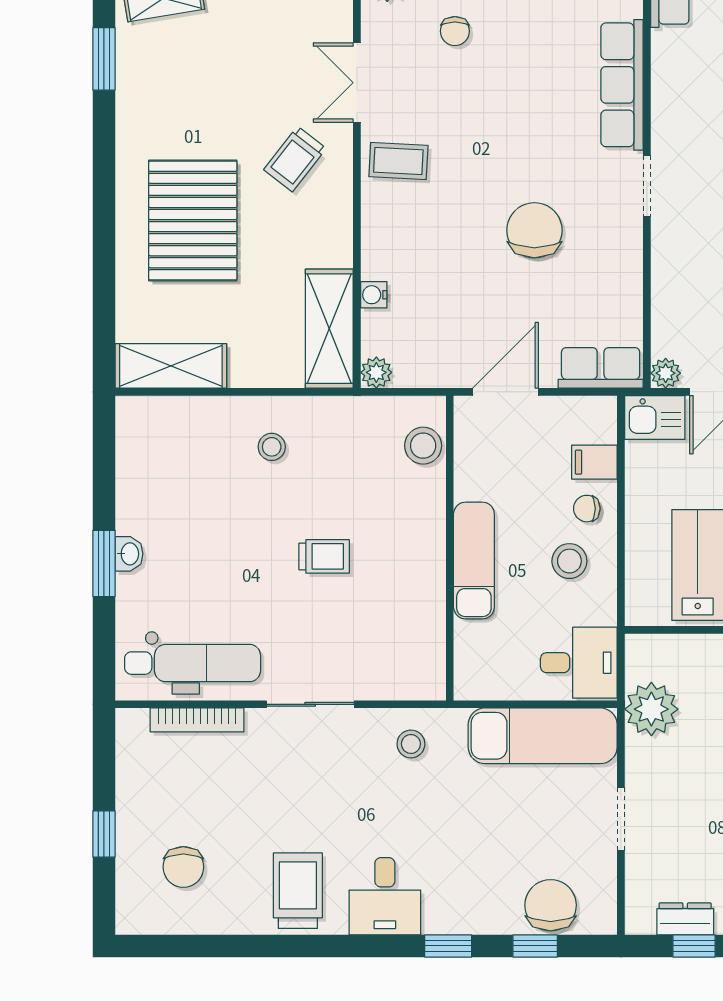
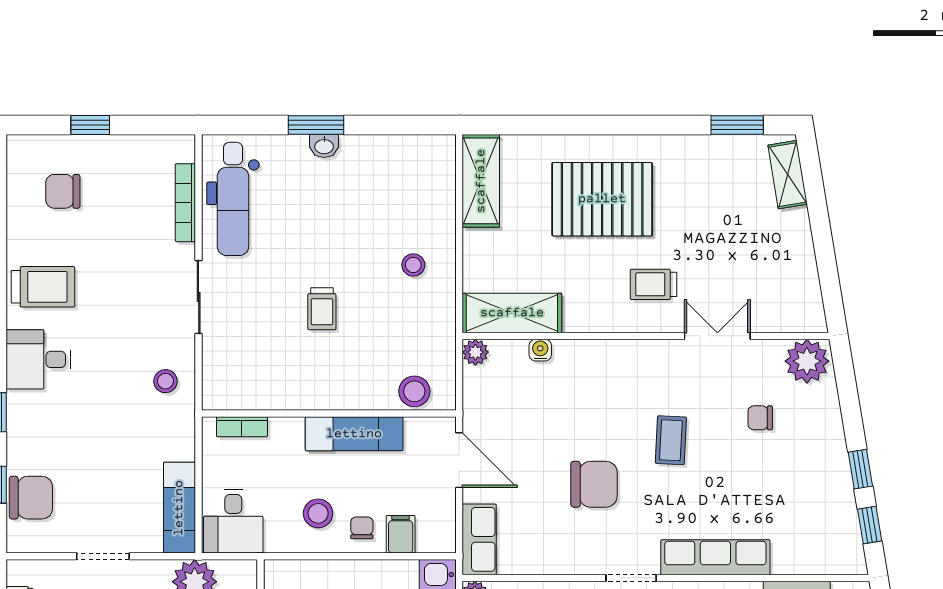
trolley: (295, 159) -> (653, 284), turned -38
coffee table: (398, 161) -> (671, 440), moved
exam couch: (474, 560) -> (354, 434), moved
bookcase: (466, 652) -> (242, 427), added
exam couch: (543, 736) -> (179, 508), width x0.73, depth x0.69

